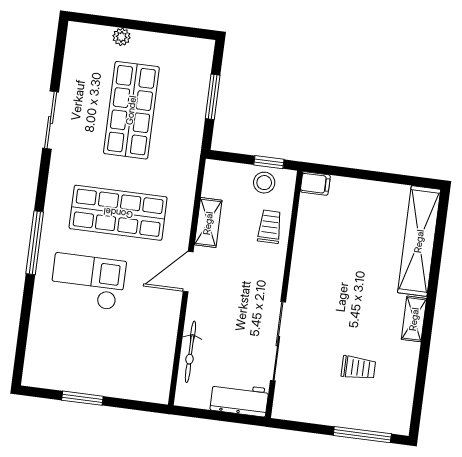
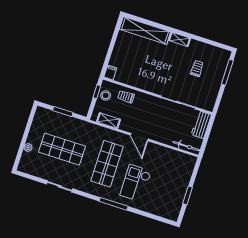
shelving: (208, 223) -> (109, 121), moved
bicycle: (190, 352) -> (186, 146), moved

